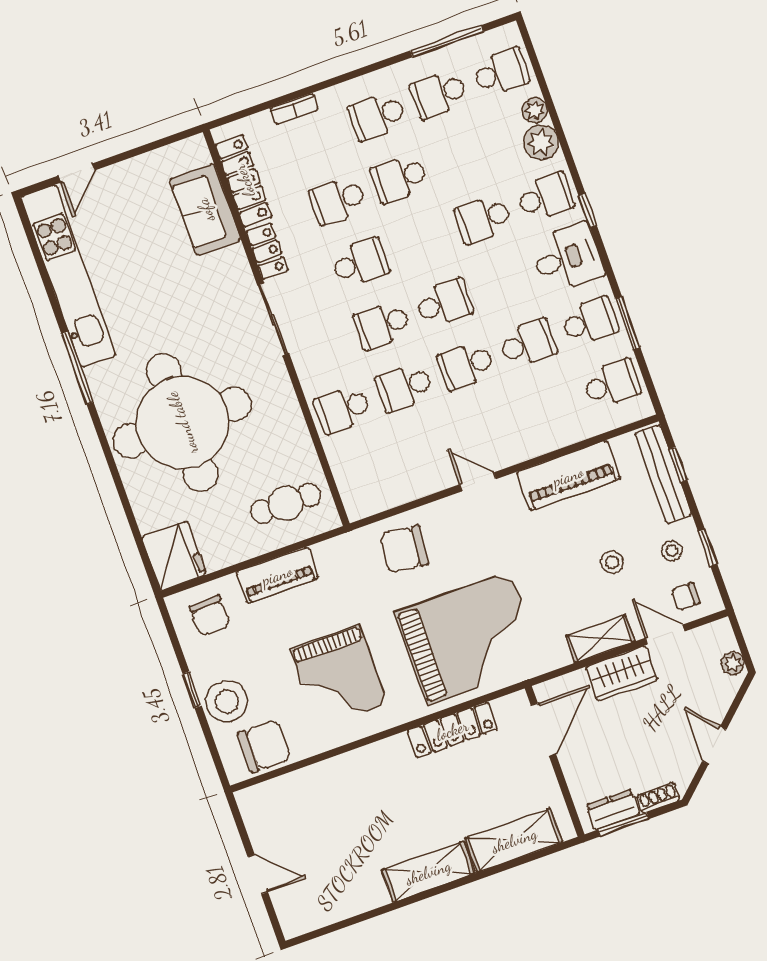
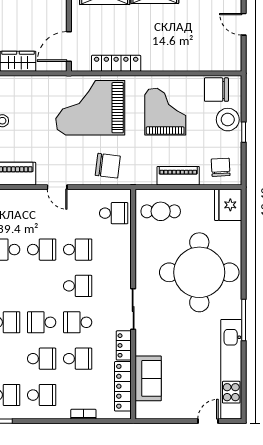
school desk: (444, 303) -> (42, 322), moved
school desk: (343, 409) -> (114, 213), moved
shelving: (600, 639) -> (23, 83), removed

